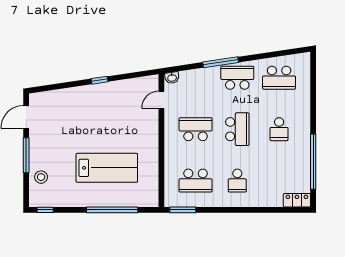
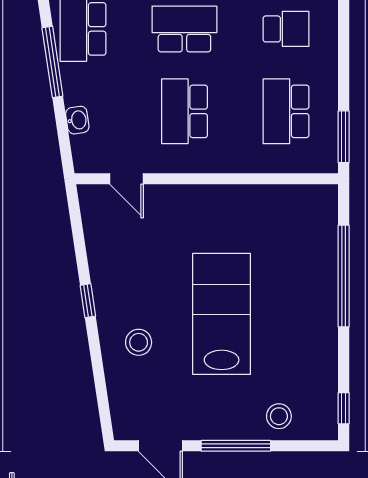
washbasin: (172, 78) -> (77, 120), moved
stool: (78, 106) -> (139, 342), added
lab bench: (107, 168) -> (222, 314), moved
school desk: (196, 181) -> (286, 111), turned 180

